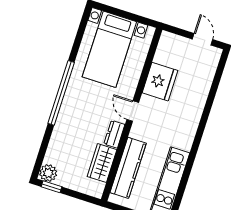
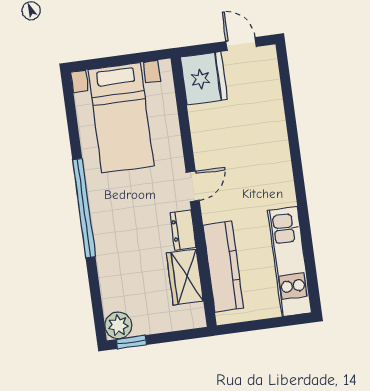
fridge: (160, 82) -> (204, 78), moved
door: (133, 111) -> (193, 186), swing flipped

